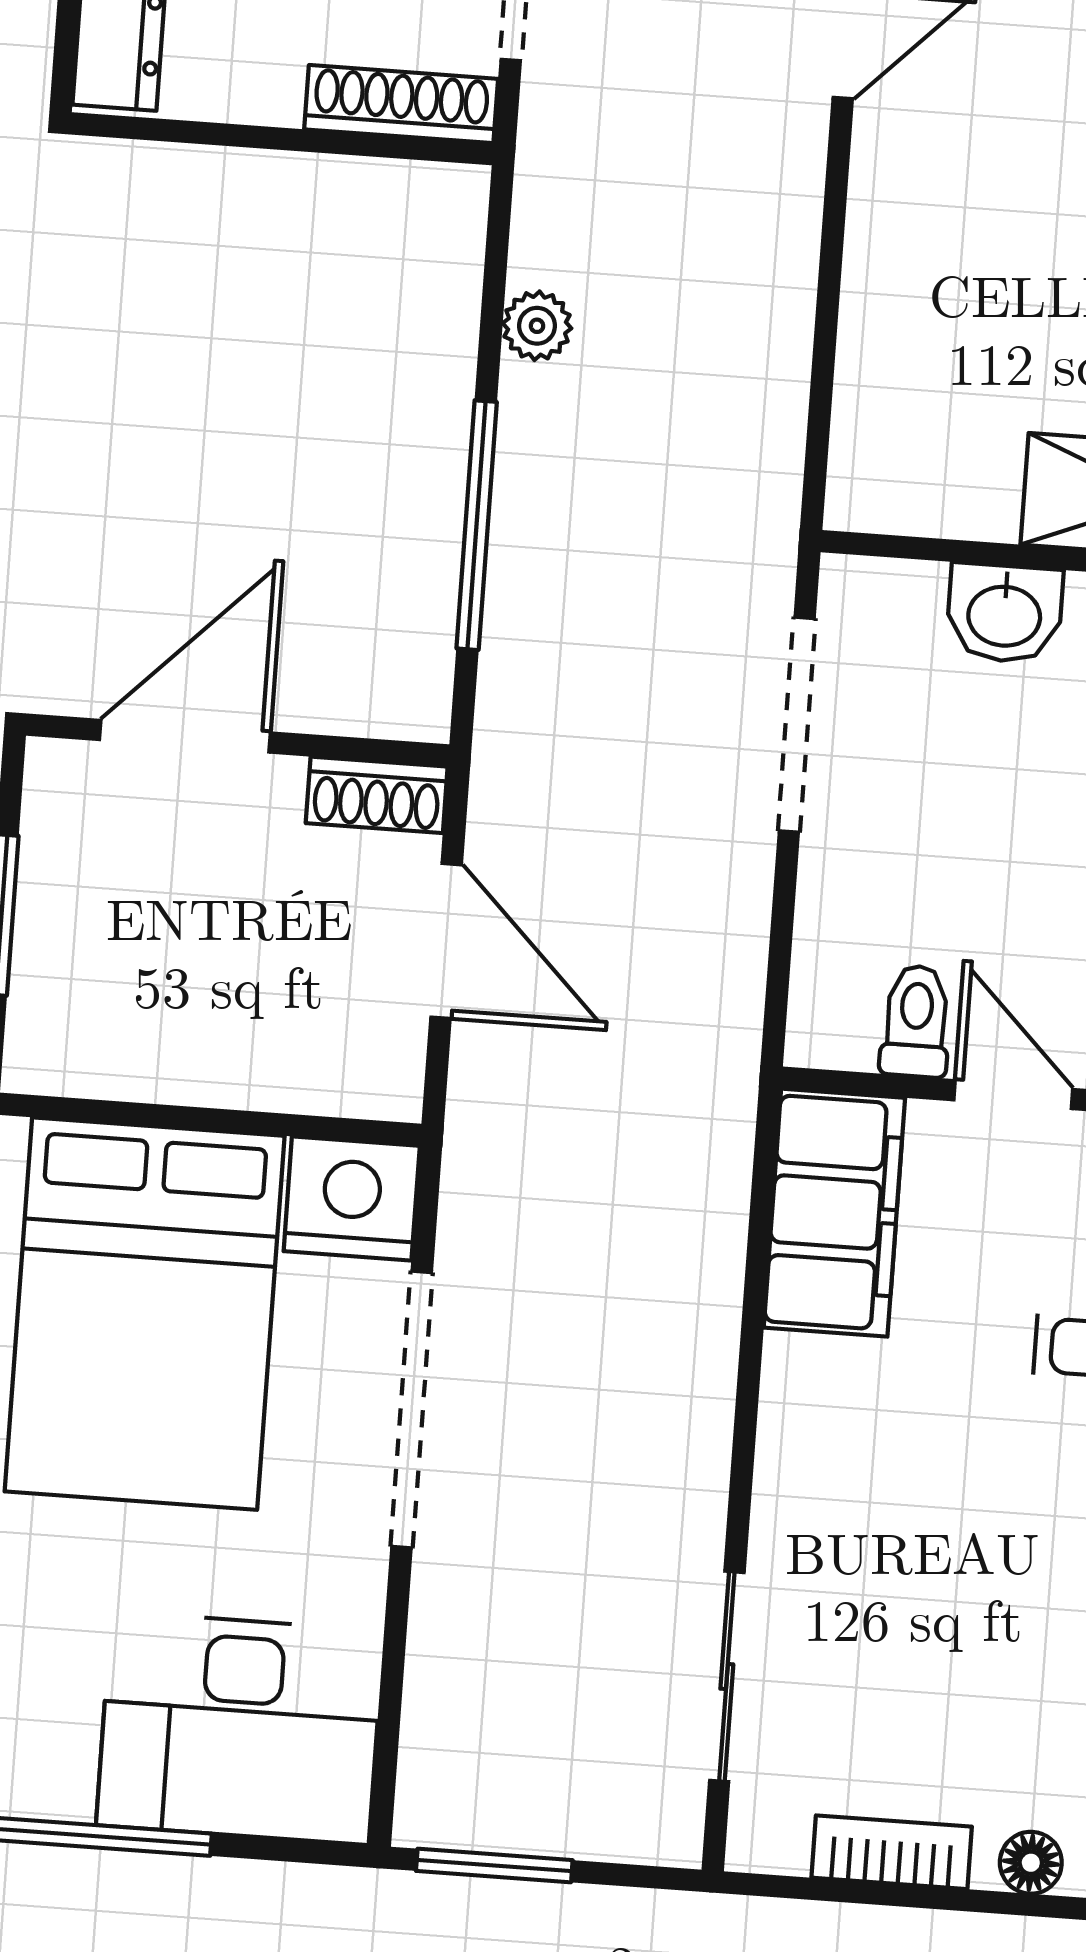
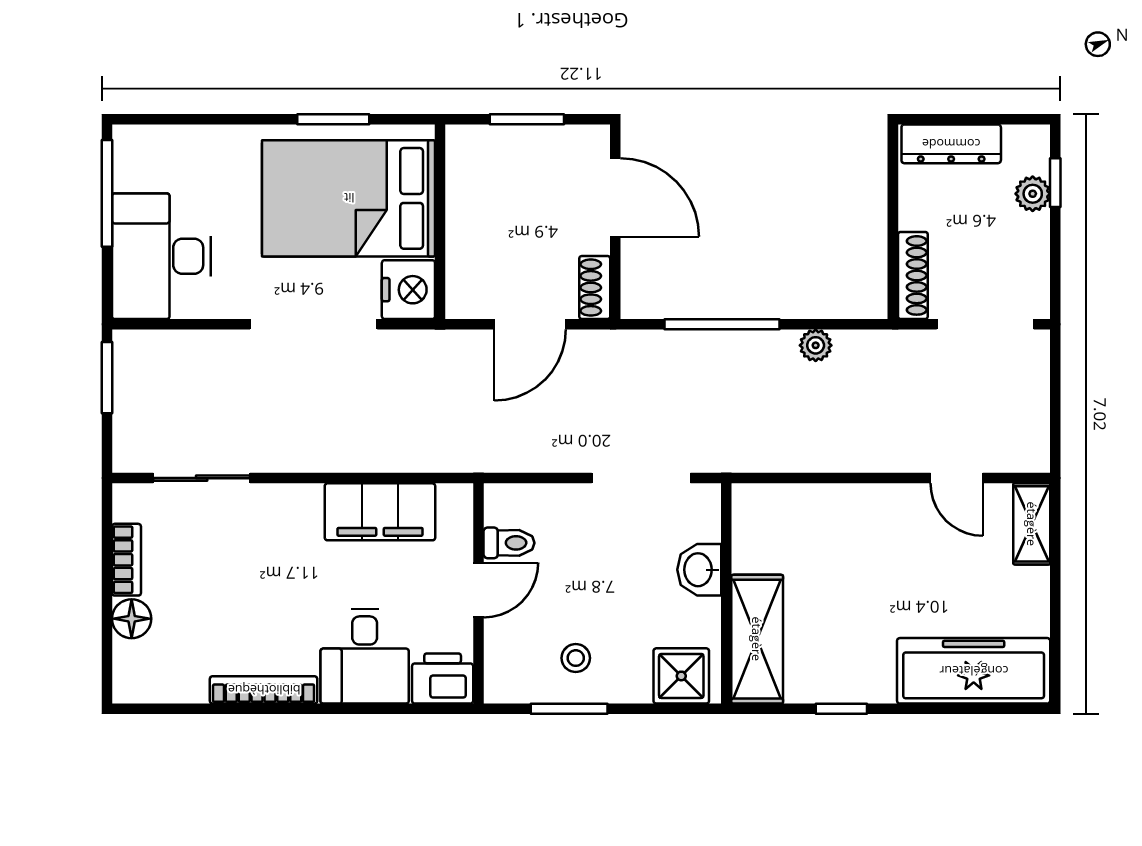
filing cabinet: (834, 1213) -> (380, 512), moved
floor lamp: (1031, 1863) -> (132, 619), width x1.37, depth x1.37

